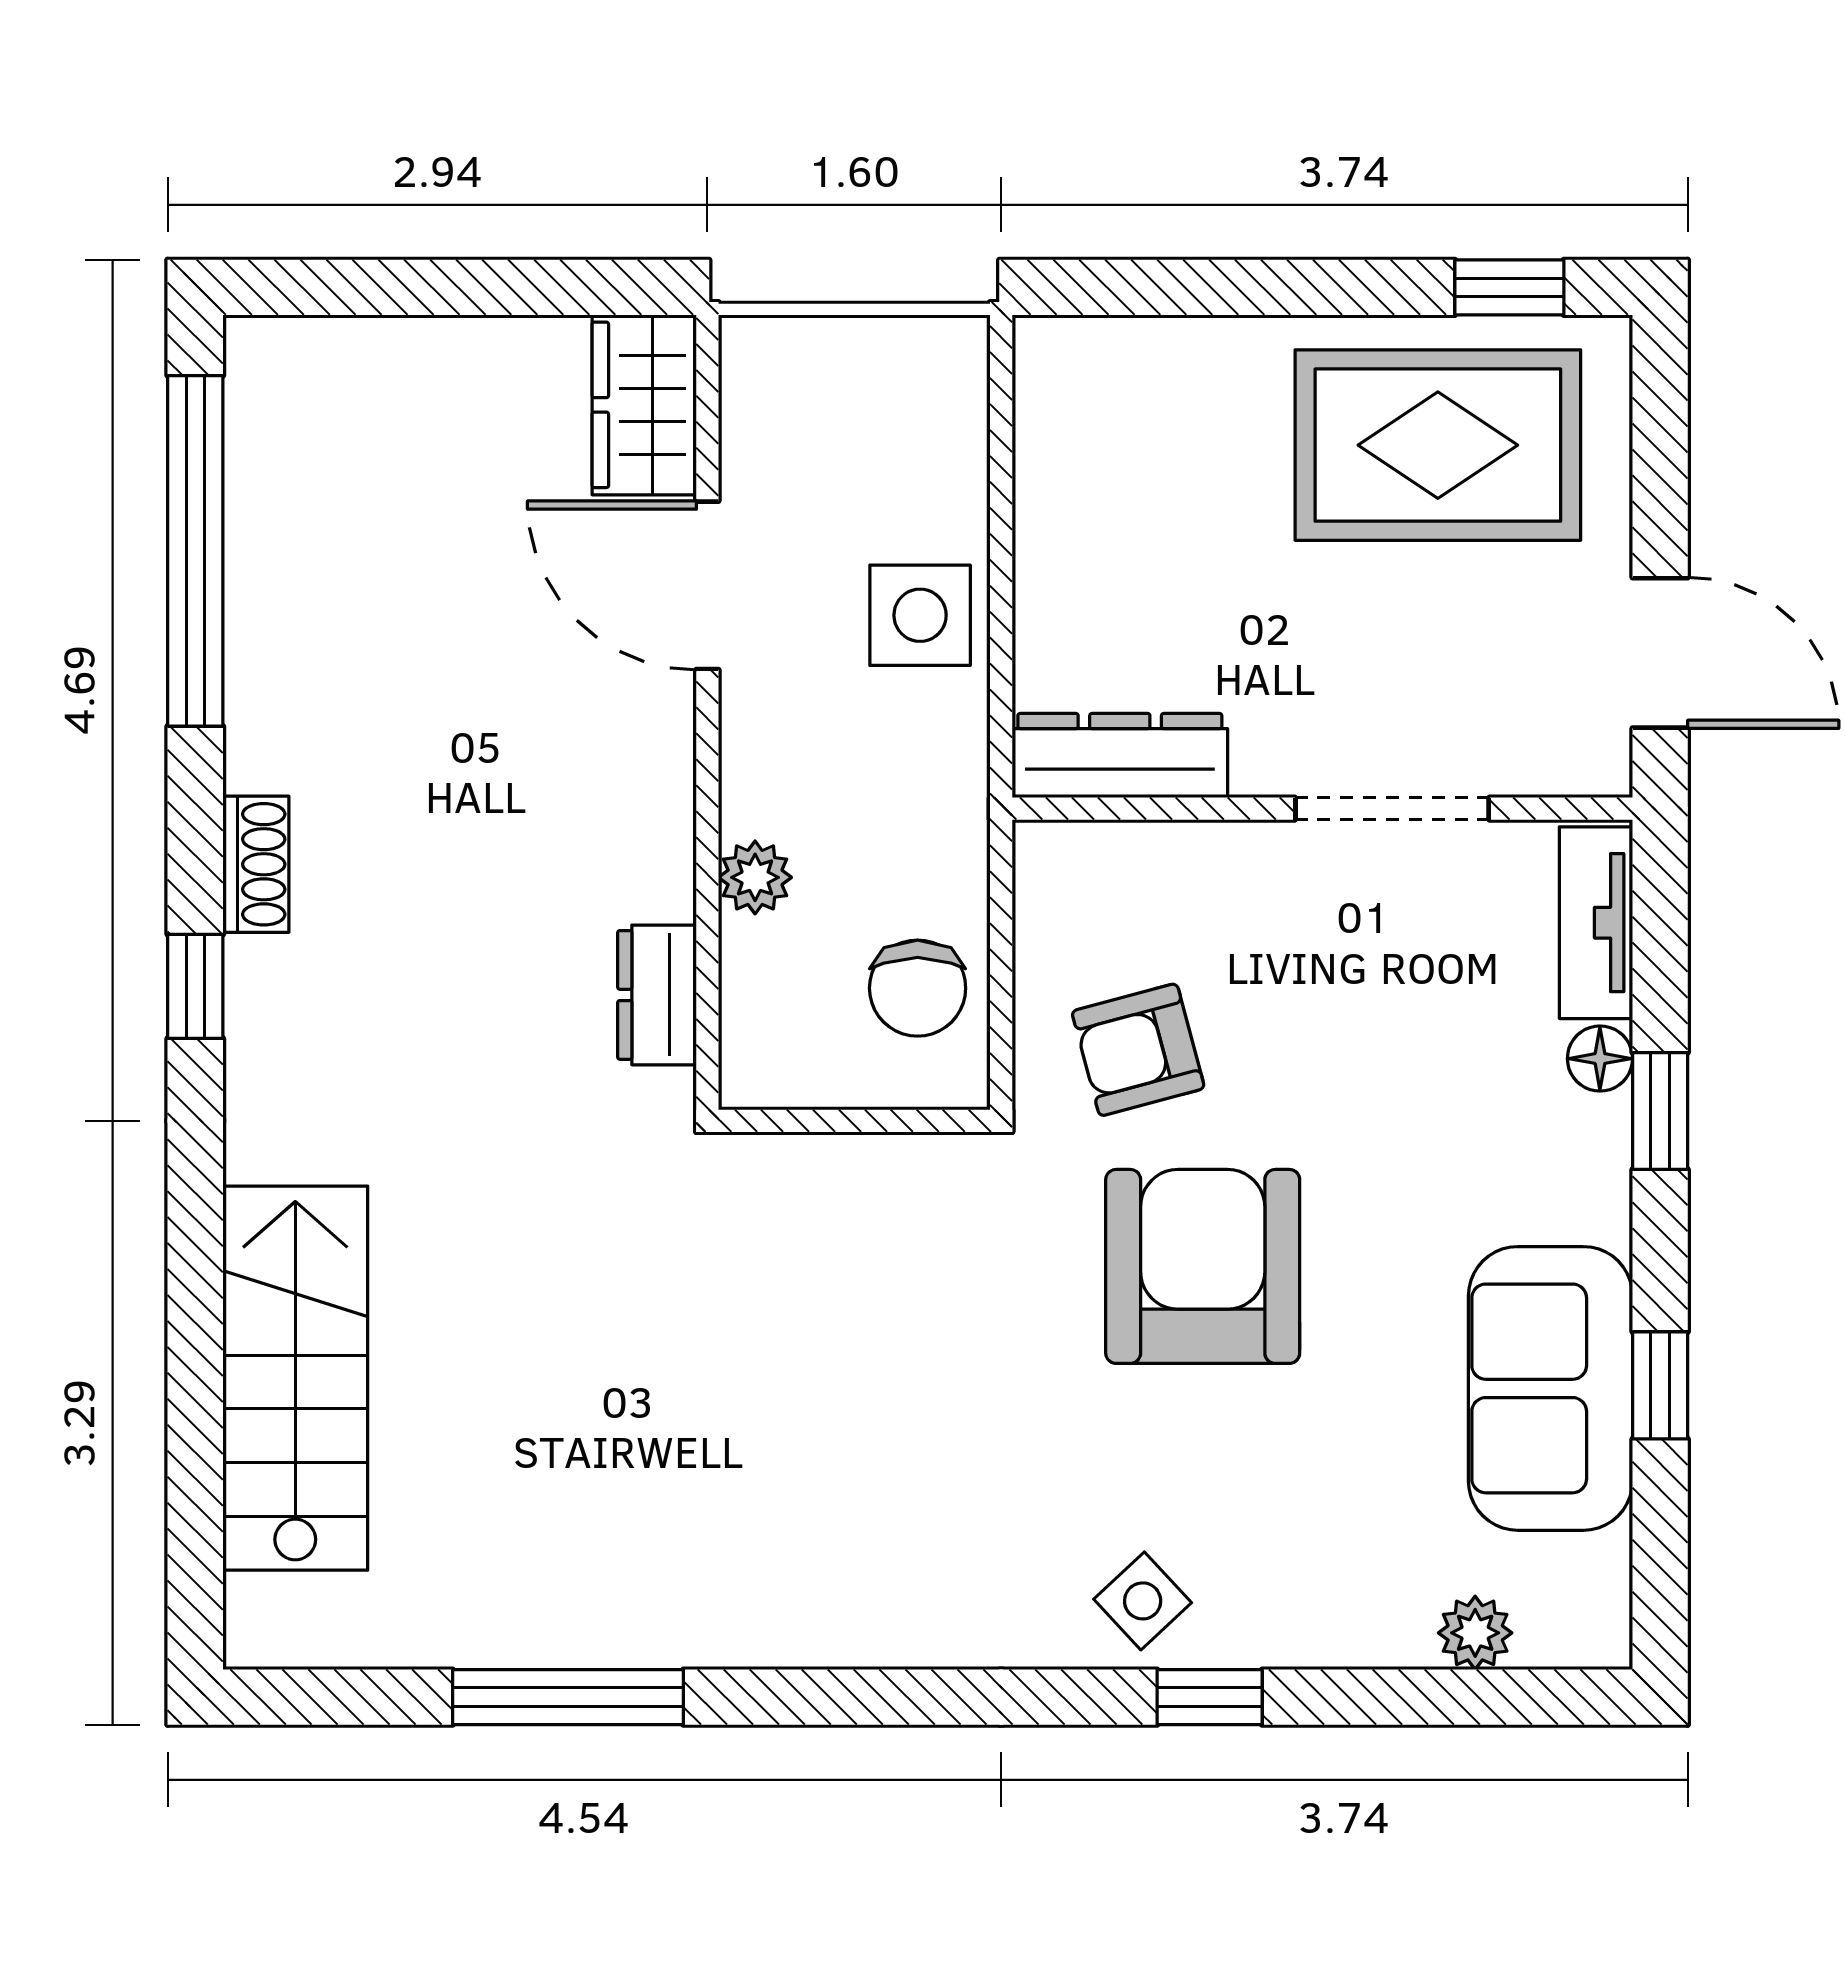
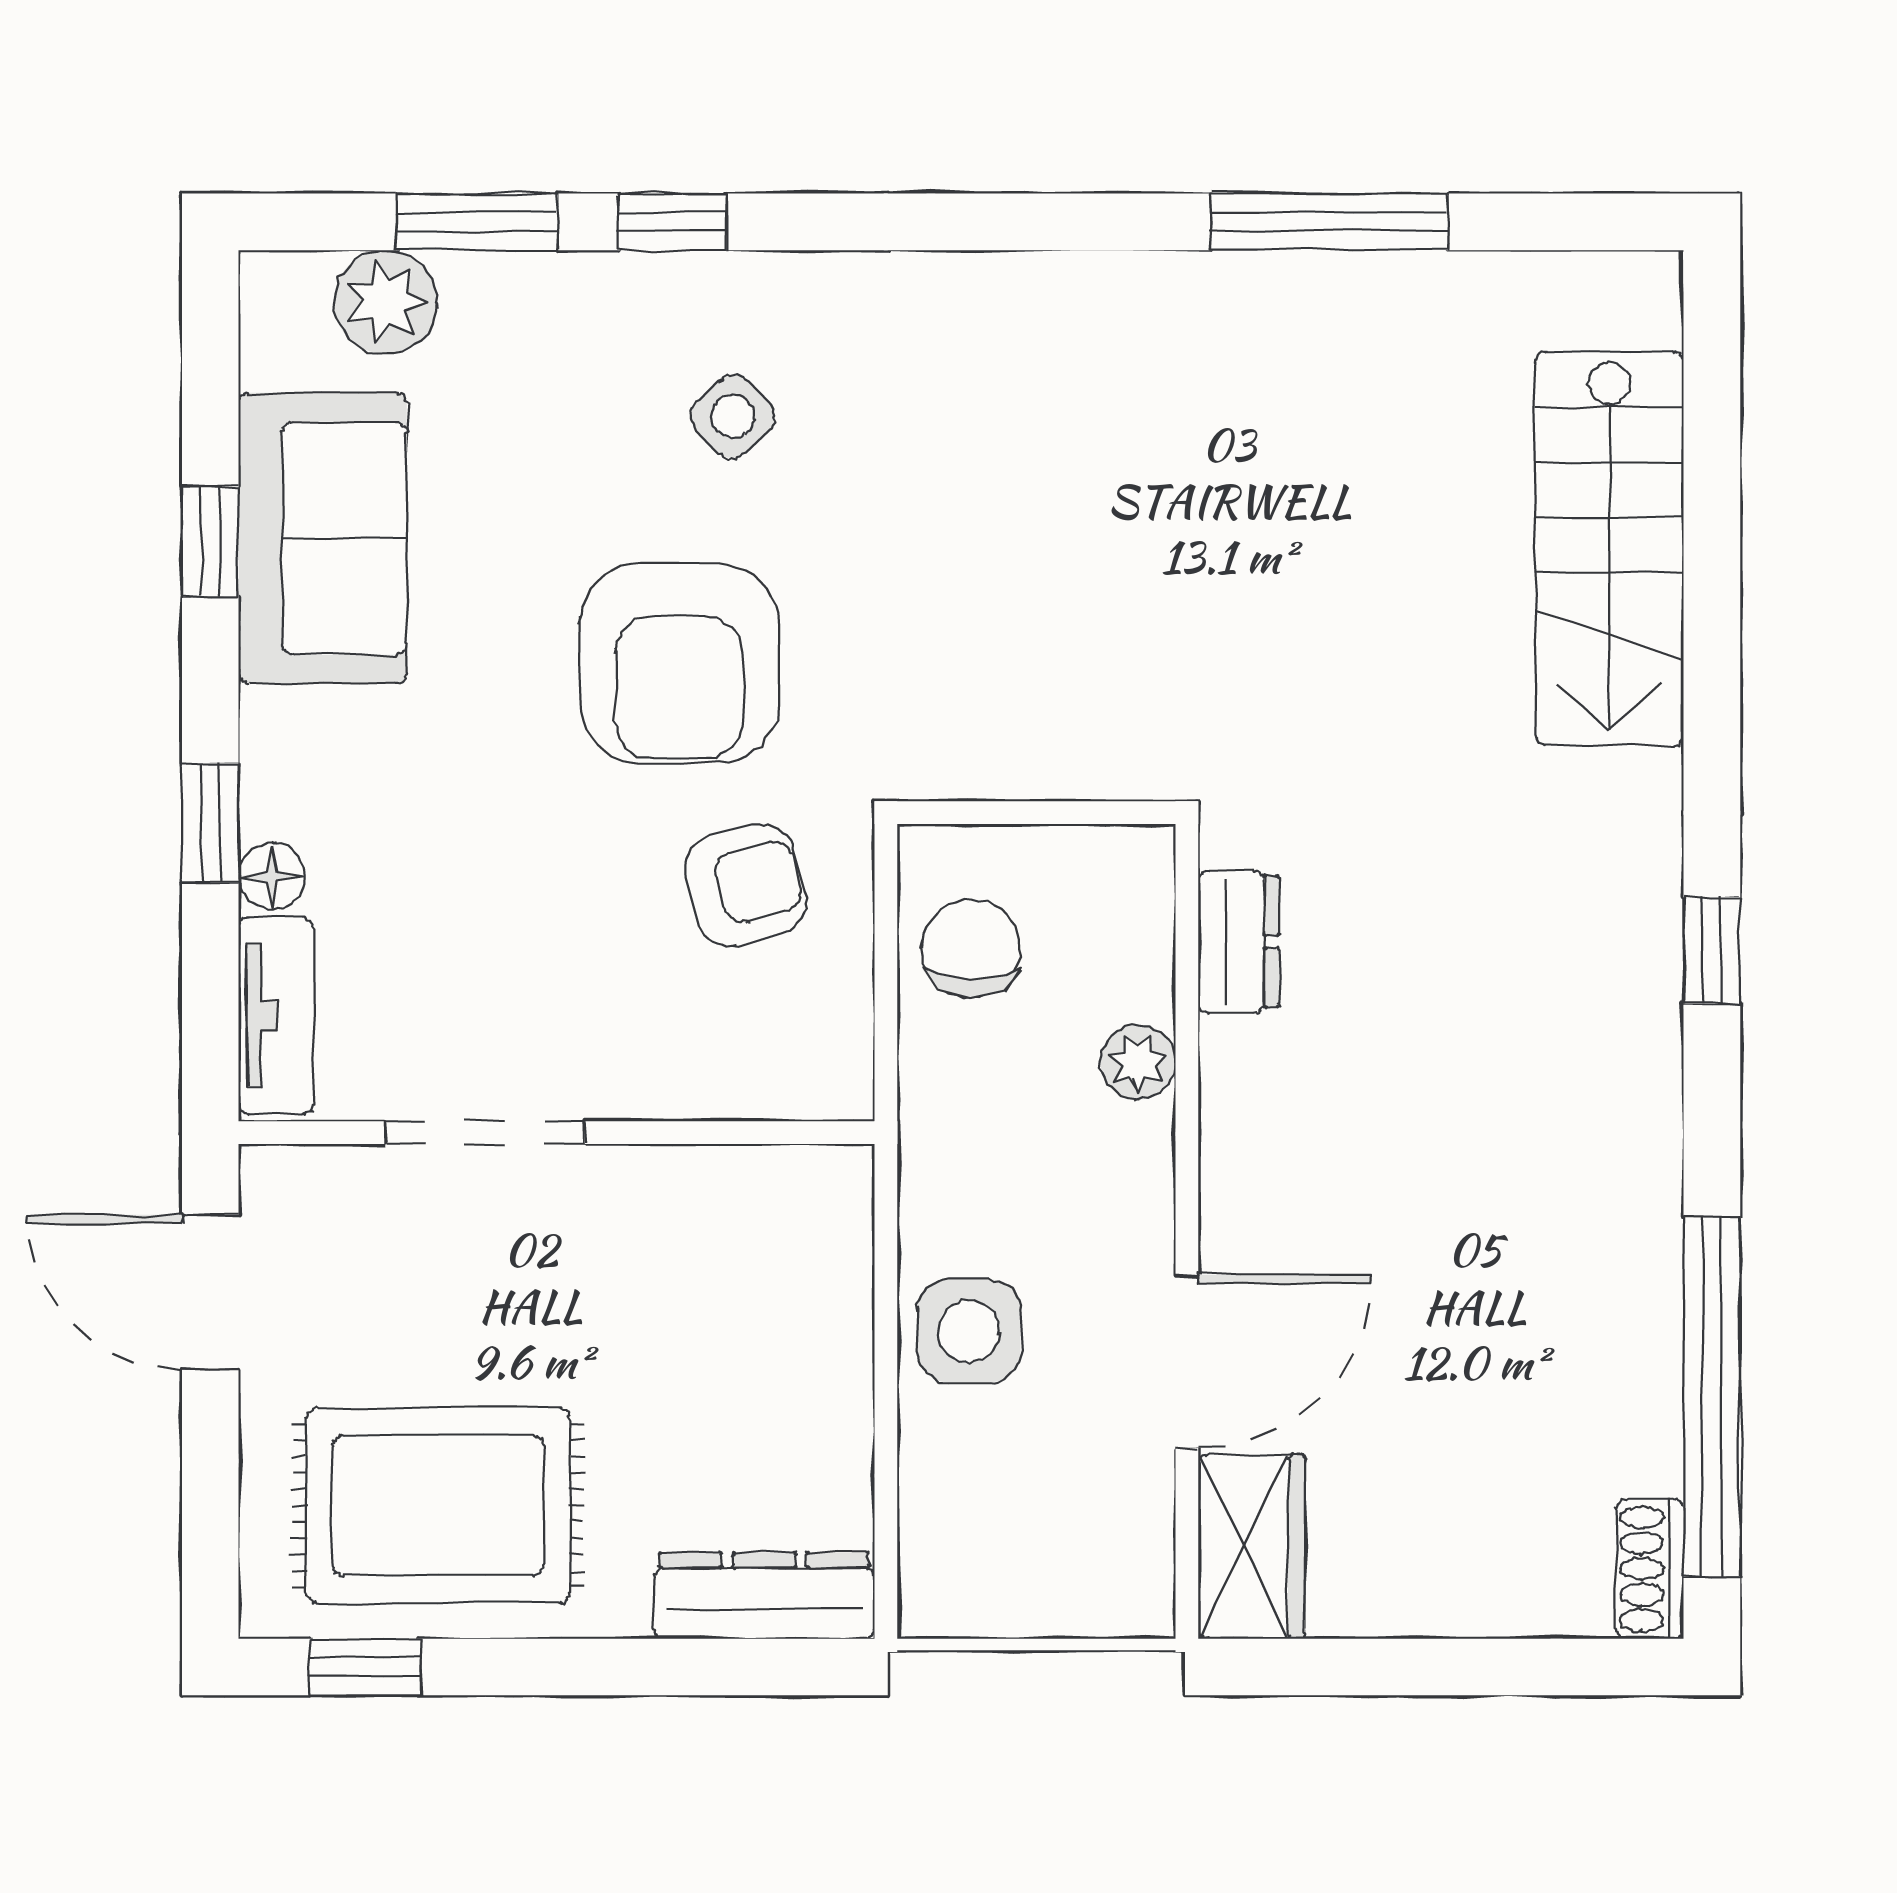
door: (707, 585) -> (1187, 1362), hinge flipped
dresser: (1120, 756) -> (764, 1596), moved, turned 180
shoe rack: (256, 864) -> (1650, 1569), moved
side table: (1143, 1601) -> (733, 416), moved
plant: (1475, 1633) -> (386, 302), width x1.38, depth x1.38
window: (1400, 1697) -> (477, 222), added

